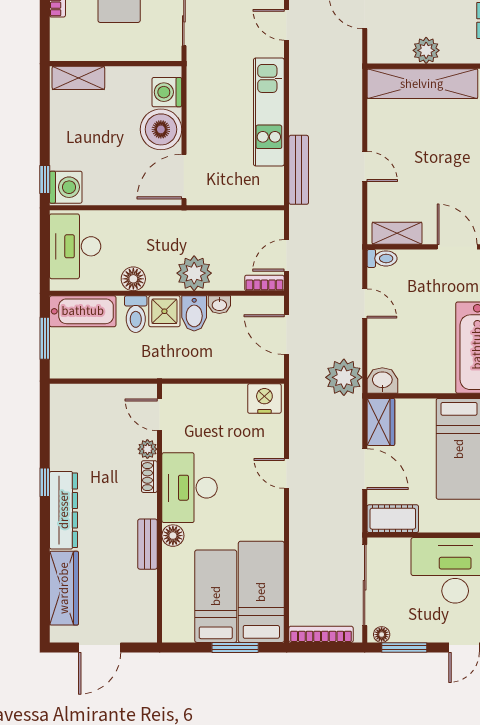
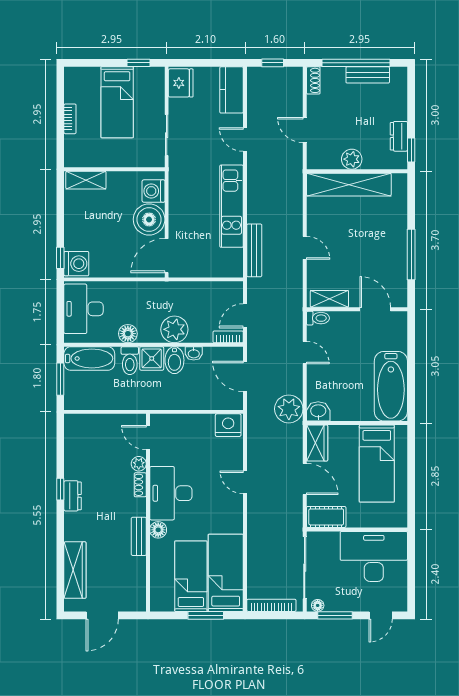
dresser: (64, 510) -> (73, 496), width x0.51, depth x0.80

